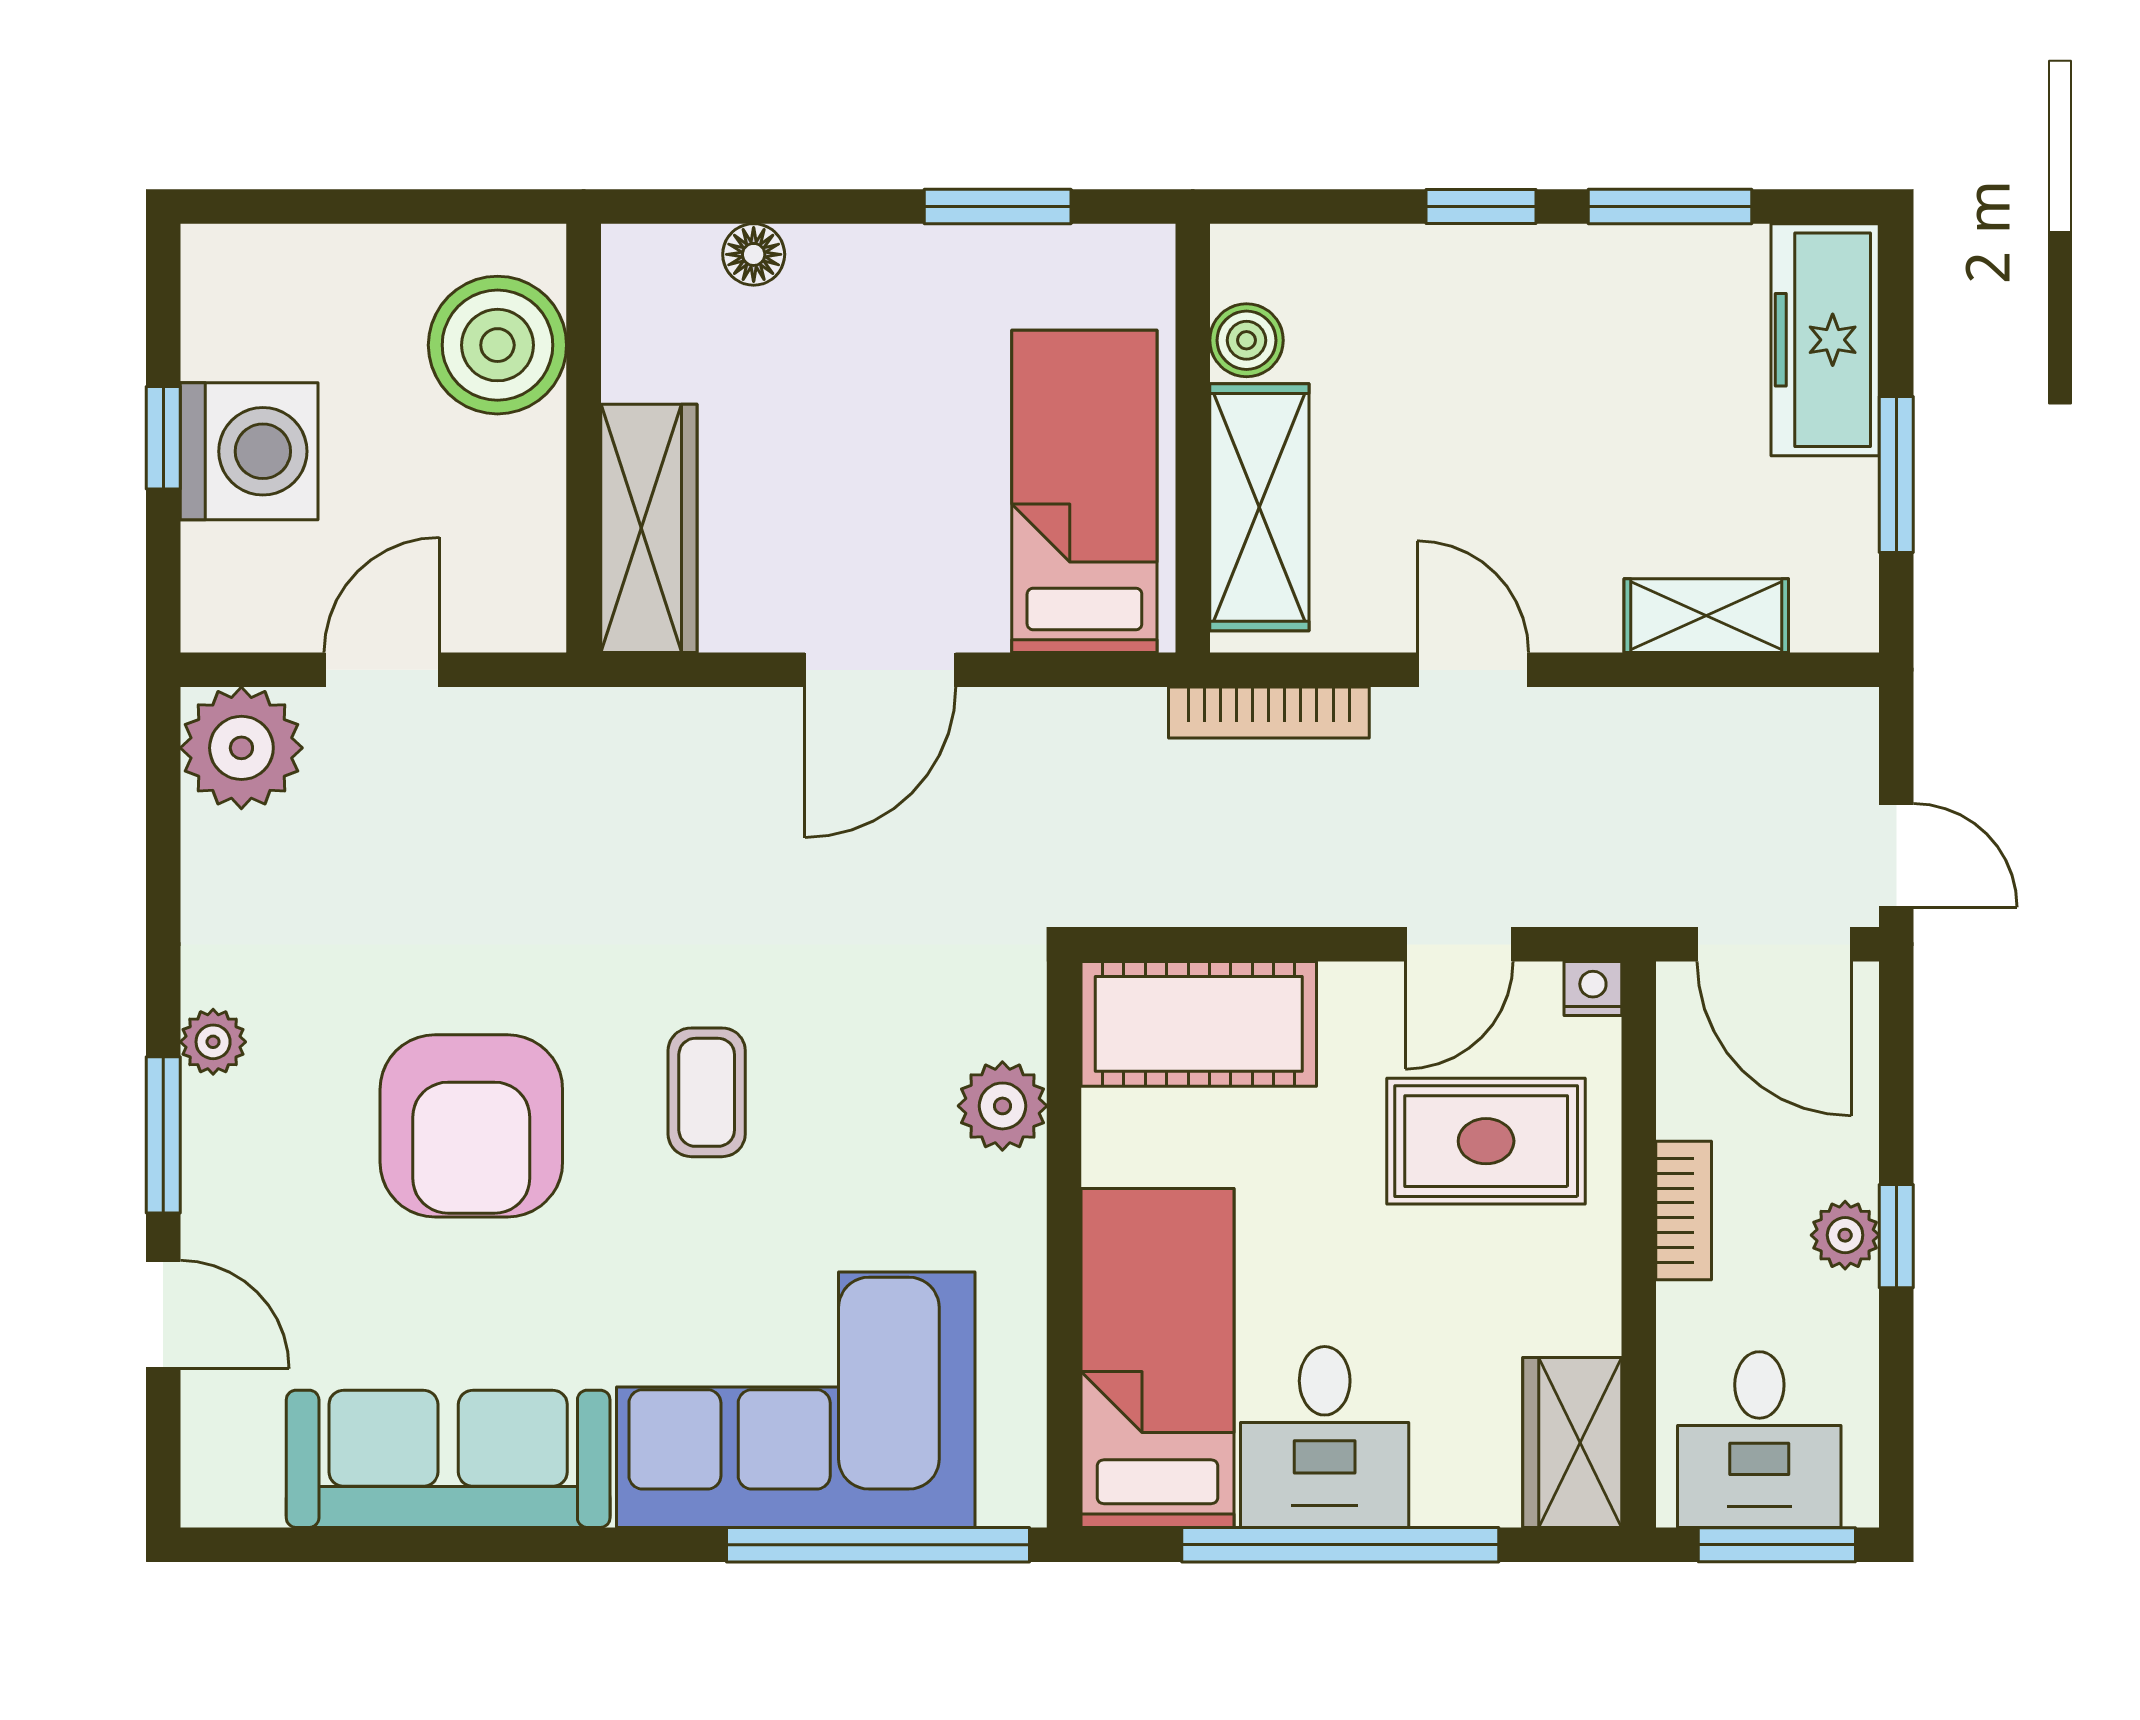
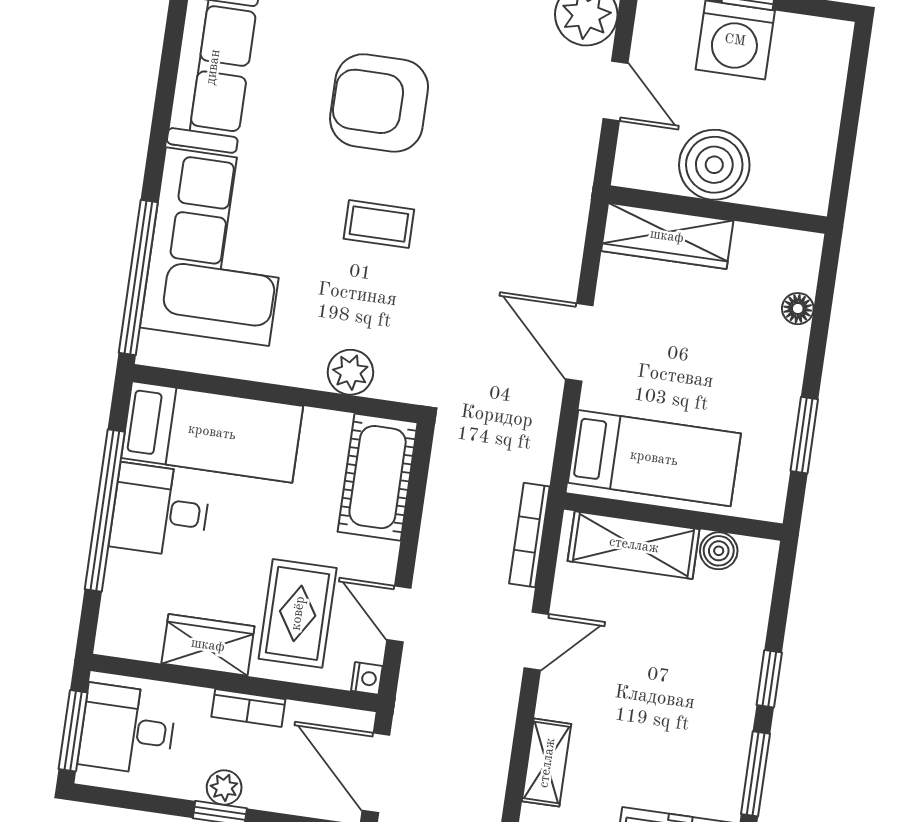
boiler: (497, 345) -> (714, 165), moved
door: (1774, 944) -> (376, 773), hinge flipped
wardrobe: (1572, 1442) -> (208, 645), moved

